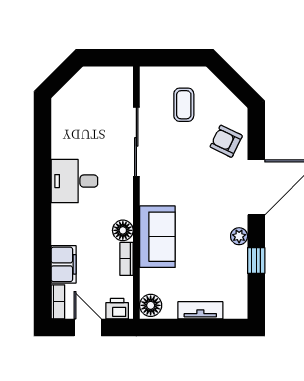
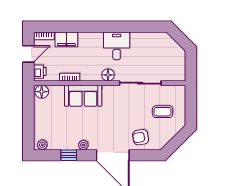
armchair: (226, 141) -> (141, 137), turned -125
floor lamp: (123, 230) -> (108, 75), moved
plant: (239, 304) -> (42, 145), added
tv unit: (200, 310) -> (39, 122), removed

